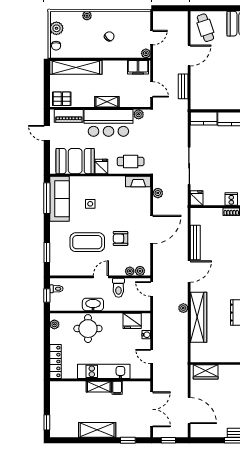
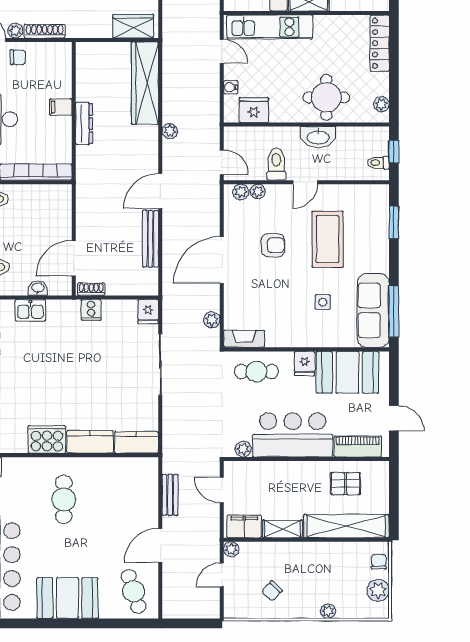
chair: (109, 36) -> (272, 591), moved
pallet: (62, 99) -> (346, 484), moved
shelving: (107, 102) -> (283, 529), moved
coffee table: (87, 242) -> (328, 239), turned 90
wardrobe: (198, 317) -> (145, 83), moved
kitchen unit: (104, 371) -> (270, 27), moved

